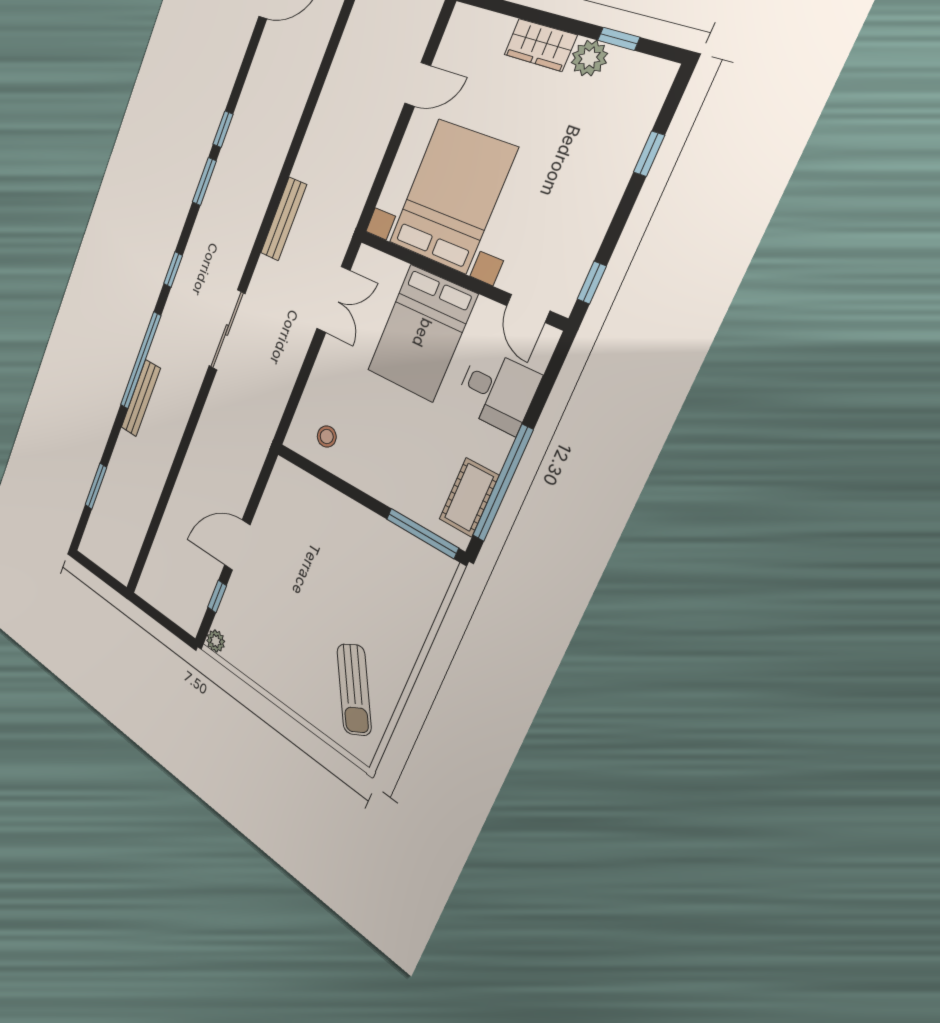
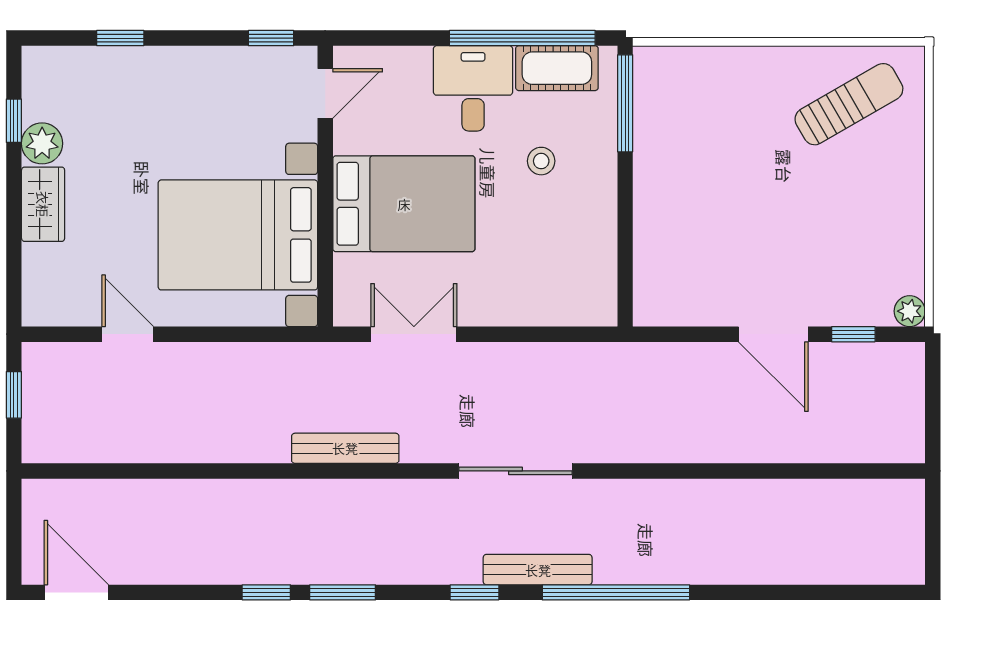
desk: (497, 391) -> (473, 88), moved
bench: (141, 398) -> (538, 570), moved
stool: (327, 436) -> (541, 161), moved
window: (96, 486) -> (821, 592), removed

